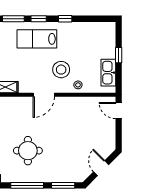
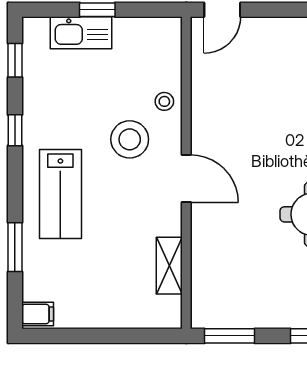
window: (39, 19) -> (15, 60), moved
kitchen sink: (108, 73) -> (81, 33), moved

